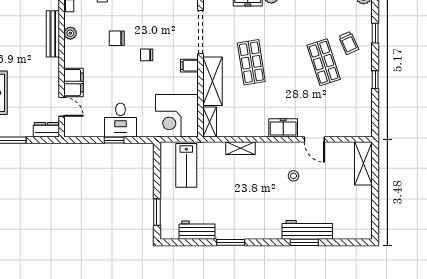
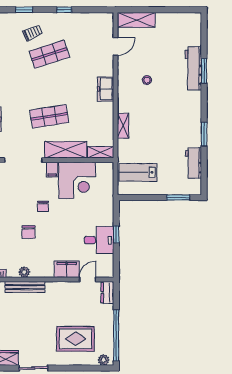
corner desk: (177, 116) -> (77, 180), moved
desk: (120, 120) -> (99, 240), moved
door: (314, 139) -> (116, 46), moved
lab bench: (186, 165) -> (138, 172), turned 180

